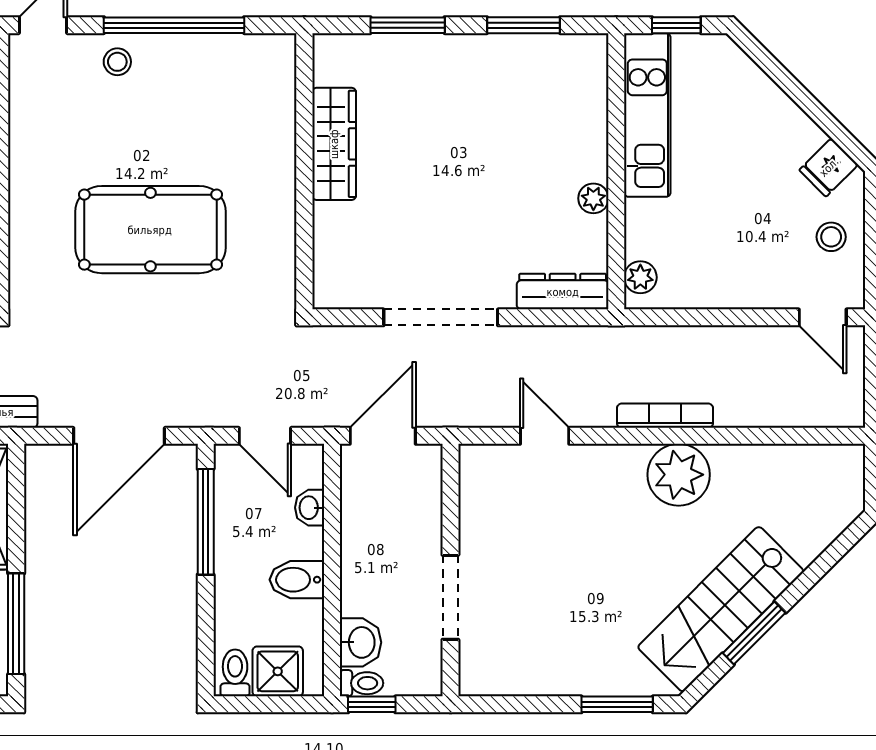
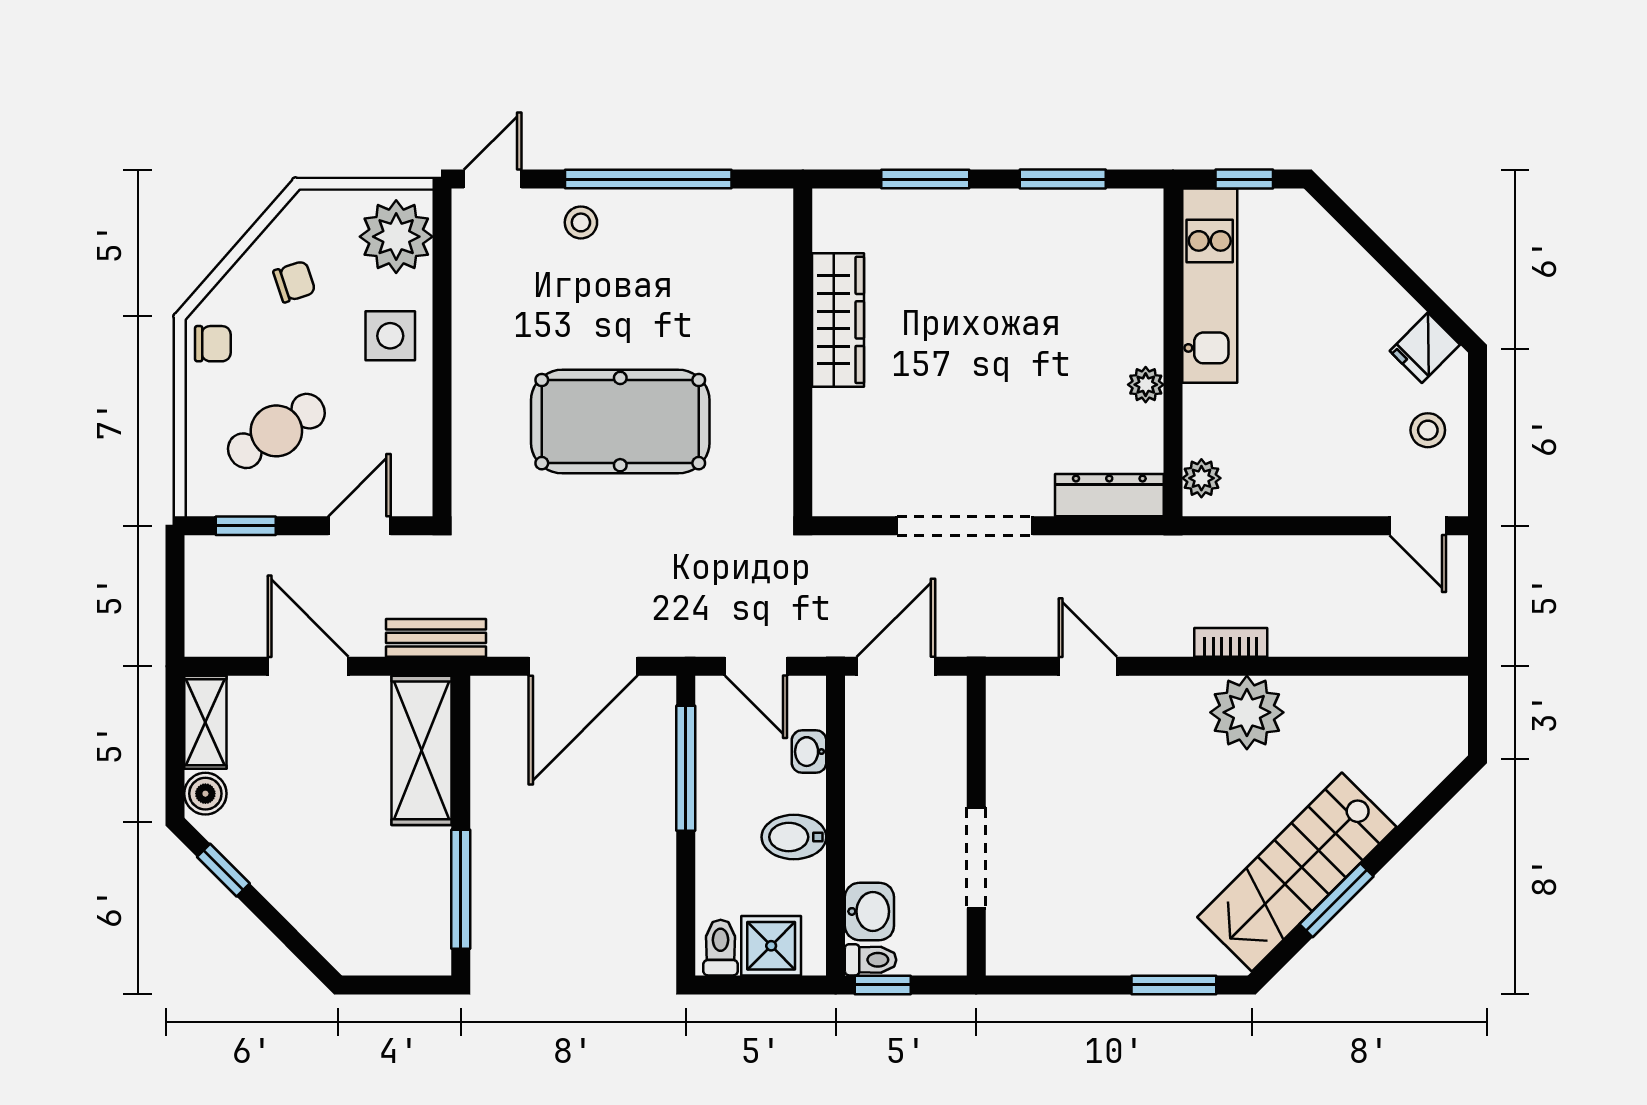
bookcase: (665, 416) -> (1231, 642), width x0.64

